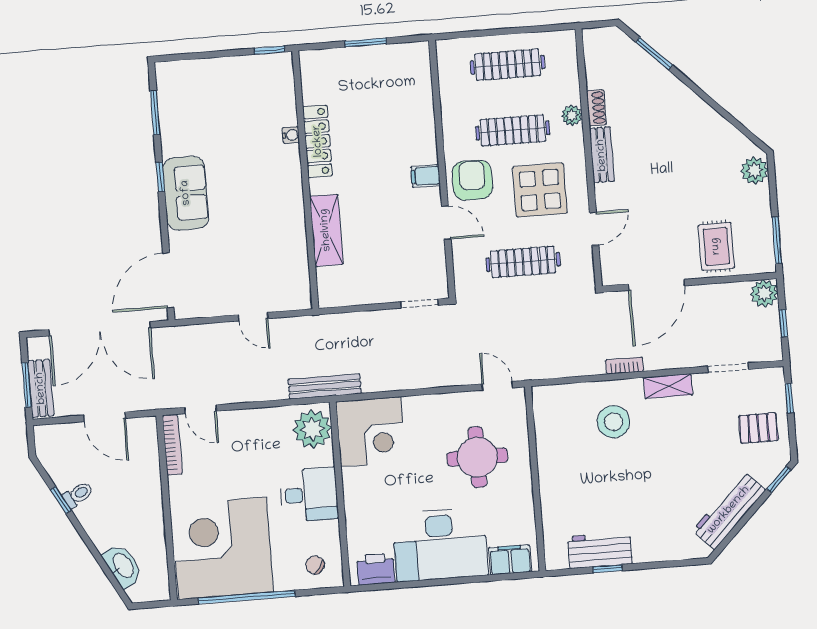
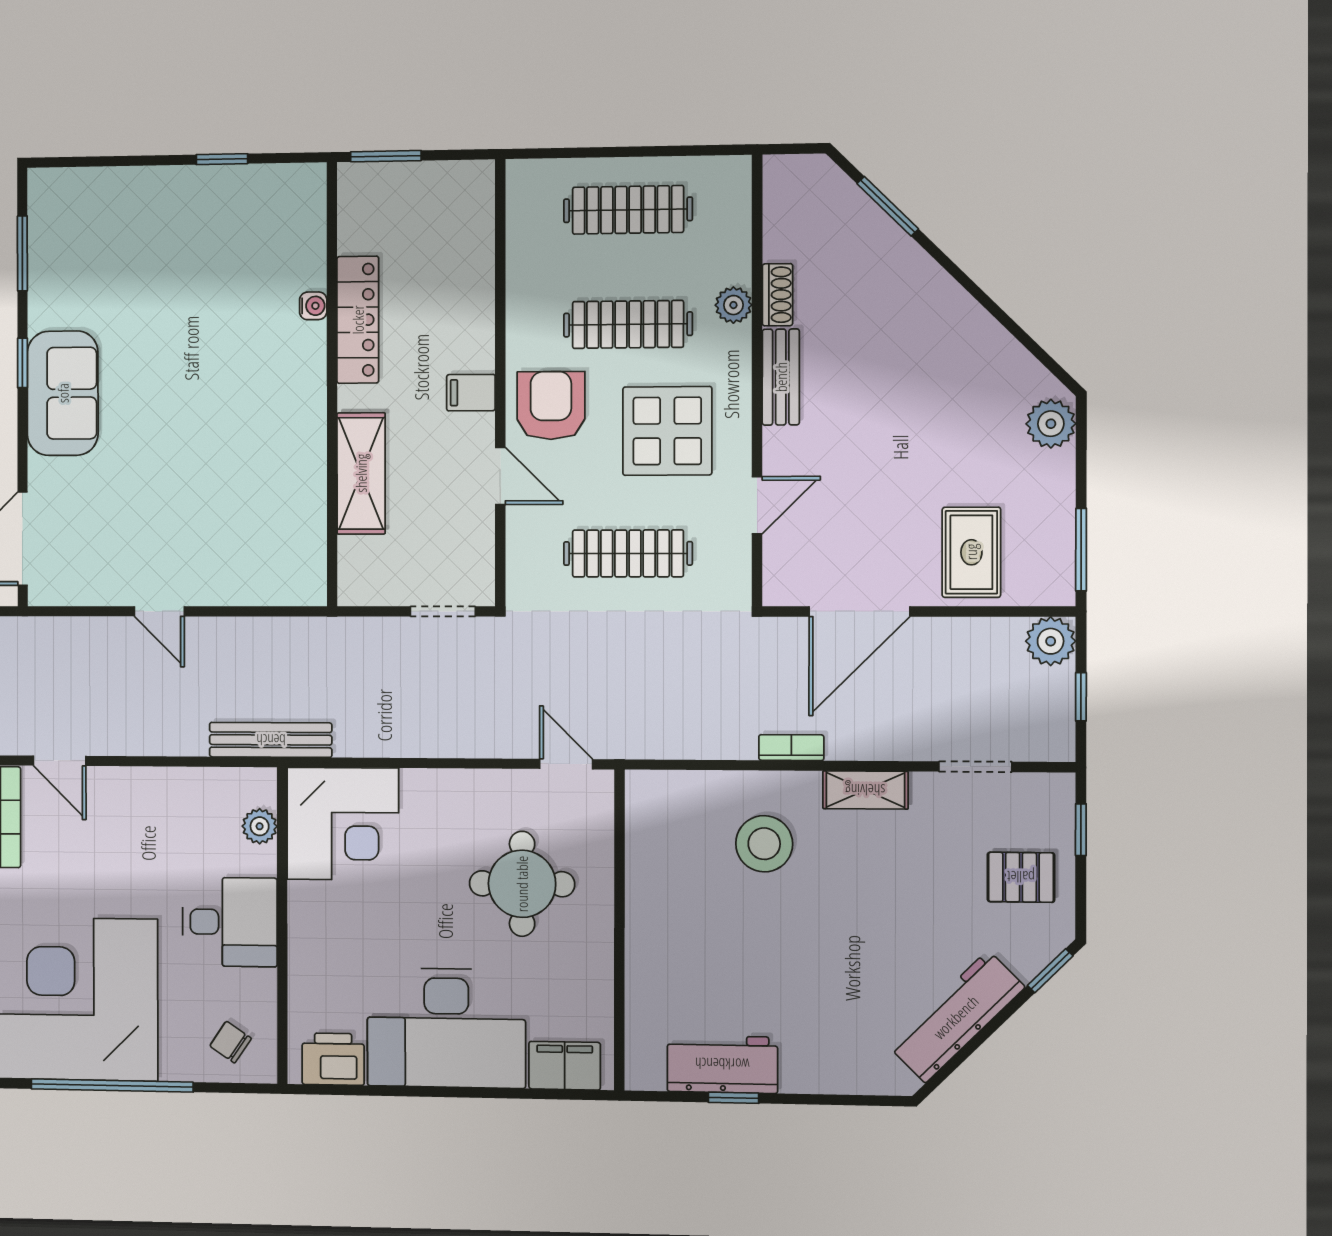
water cooler: (291, 135) -> (313, 306), moved
locker: (318, 141) -> (358, 320), moved
wall: (305, 180) -> (332, 384), moved
shelving: (326, 230) -> (361, 473), moved
plant: (312, 429) -> (260, 826), width x0.53, depth x0.53

